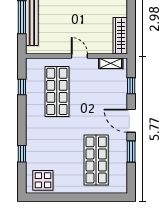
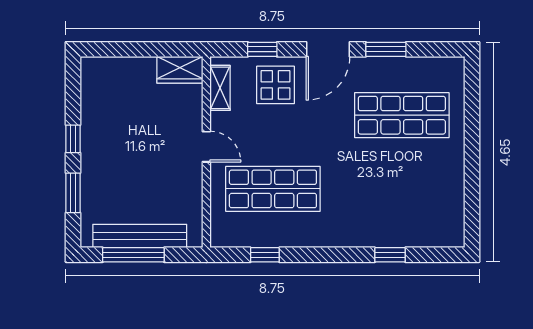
wardrobe: (120, 36) -> (180, 70), width x0.67
door: (79, 56) -> (206, 147), swing flipped
display table: (43, 180) -> (275, 85), moved

